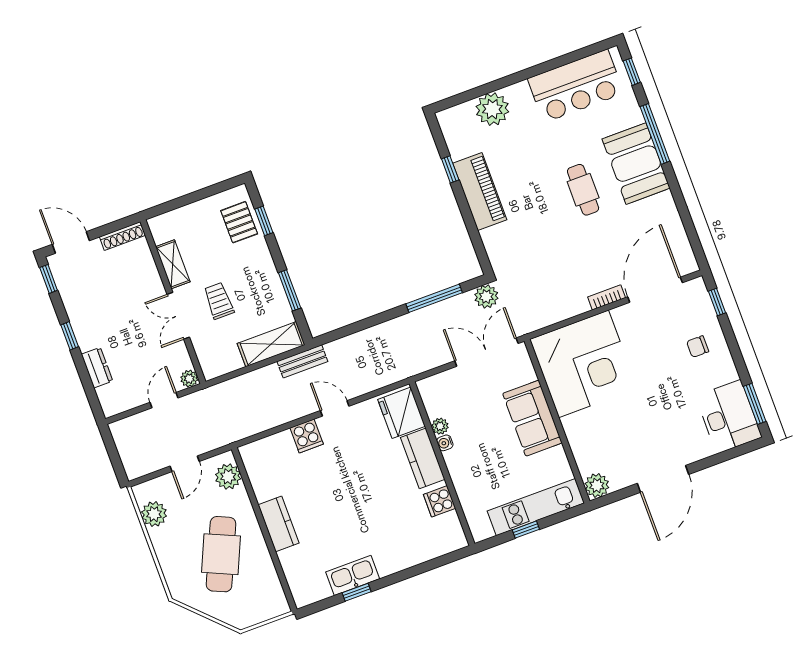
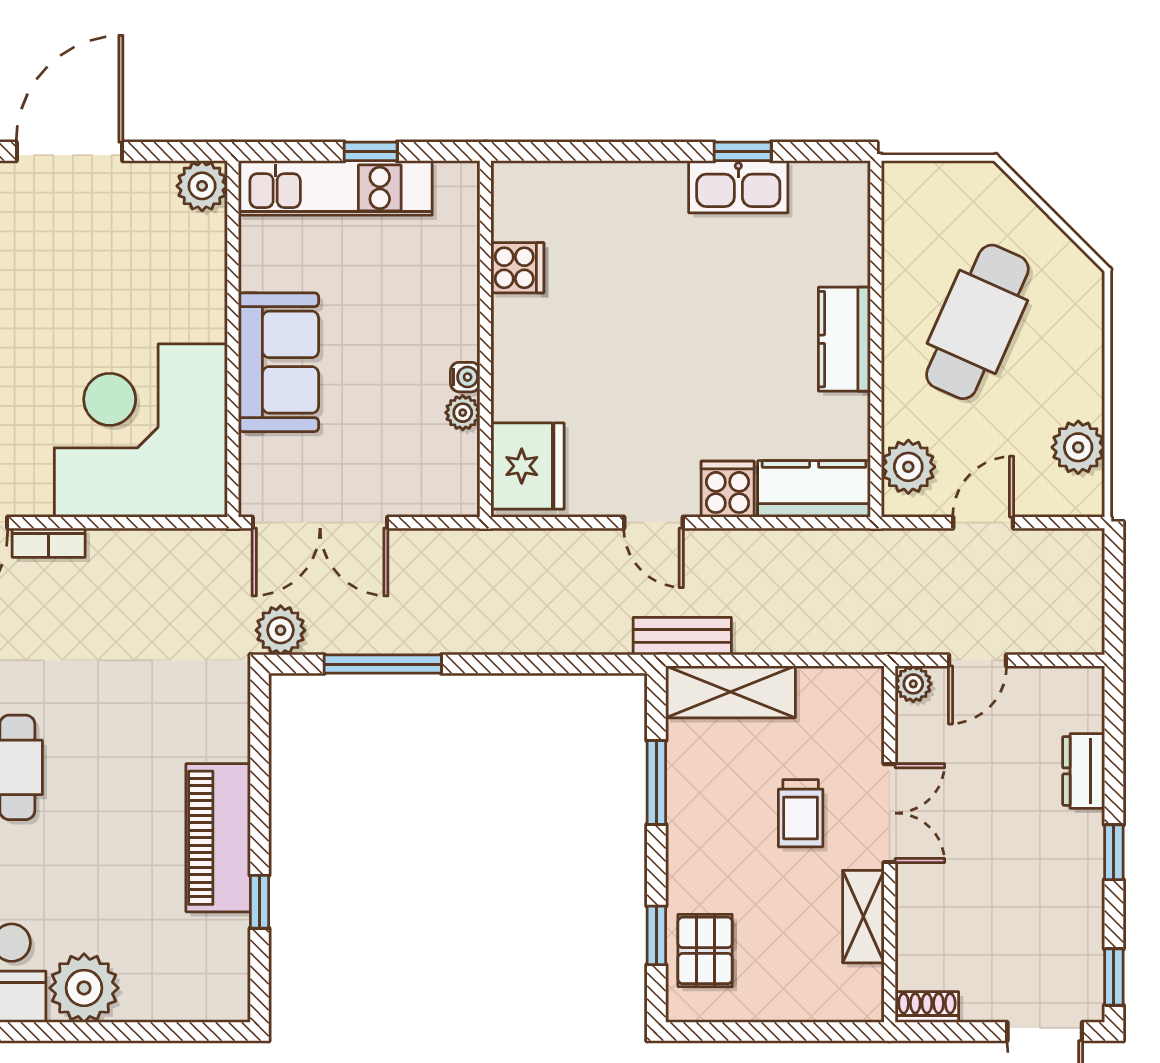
plant: (492, 109) -> (84, 988), moved
shoe rack: (122, 236) -> (927, 1007), width x0.70
kitchen counter: (423, 458) -> (814, 489), moved, turned -90

